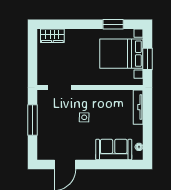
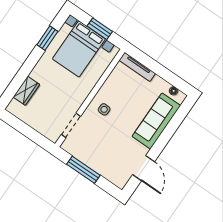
wardrobe: (52, 36) -> (26, 91), moved
side table: (84, 117) -> (104, 109), moved
sofa: (114, 150) -> (156, 121), width x1.36

